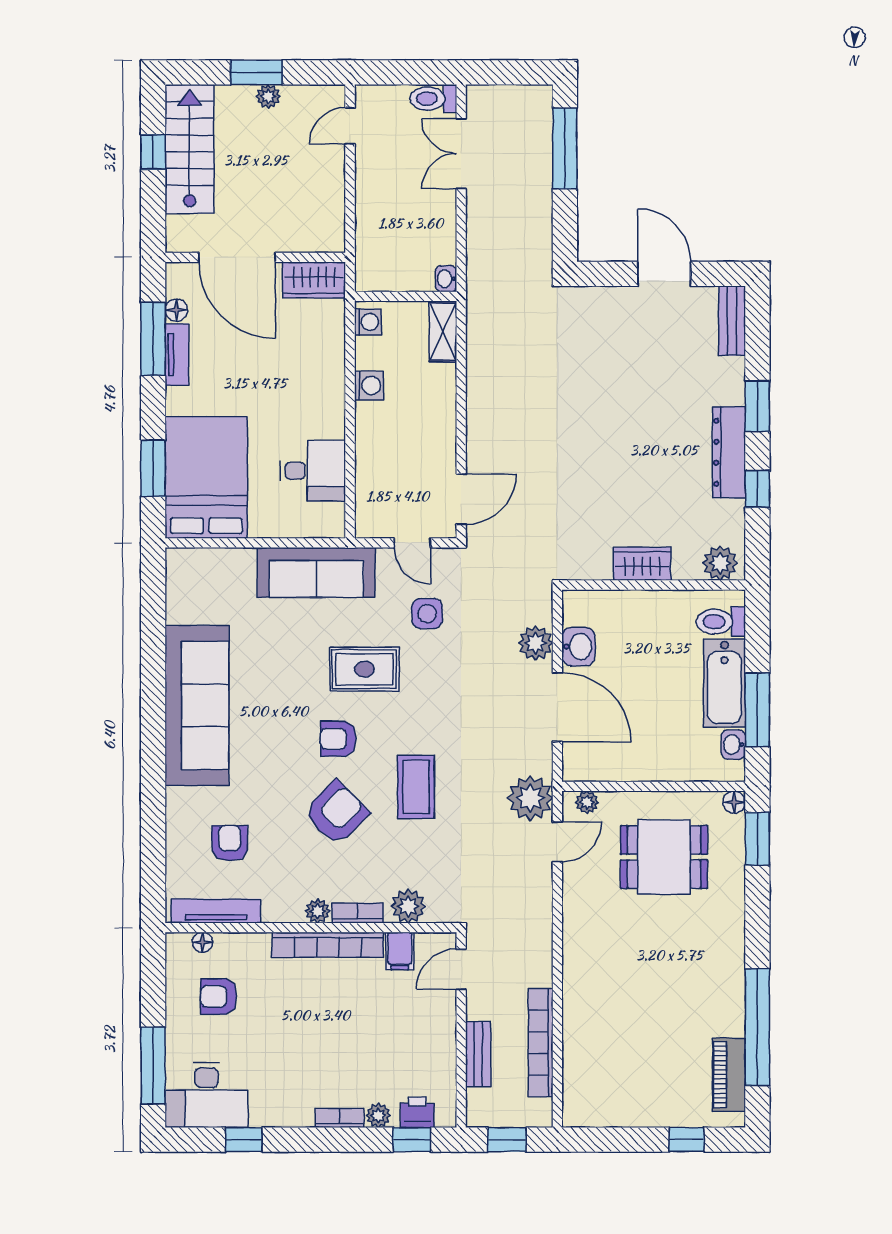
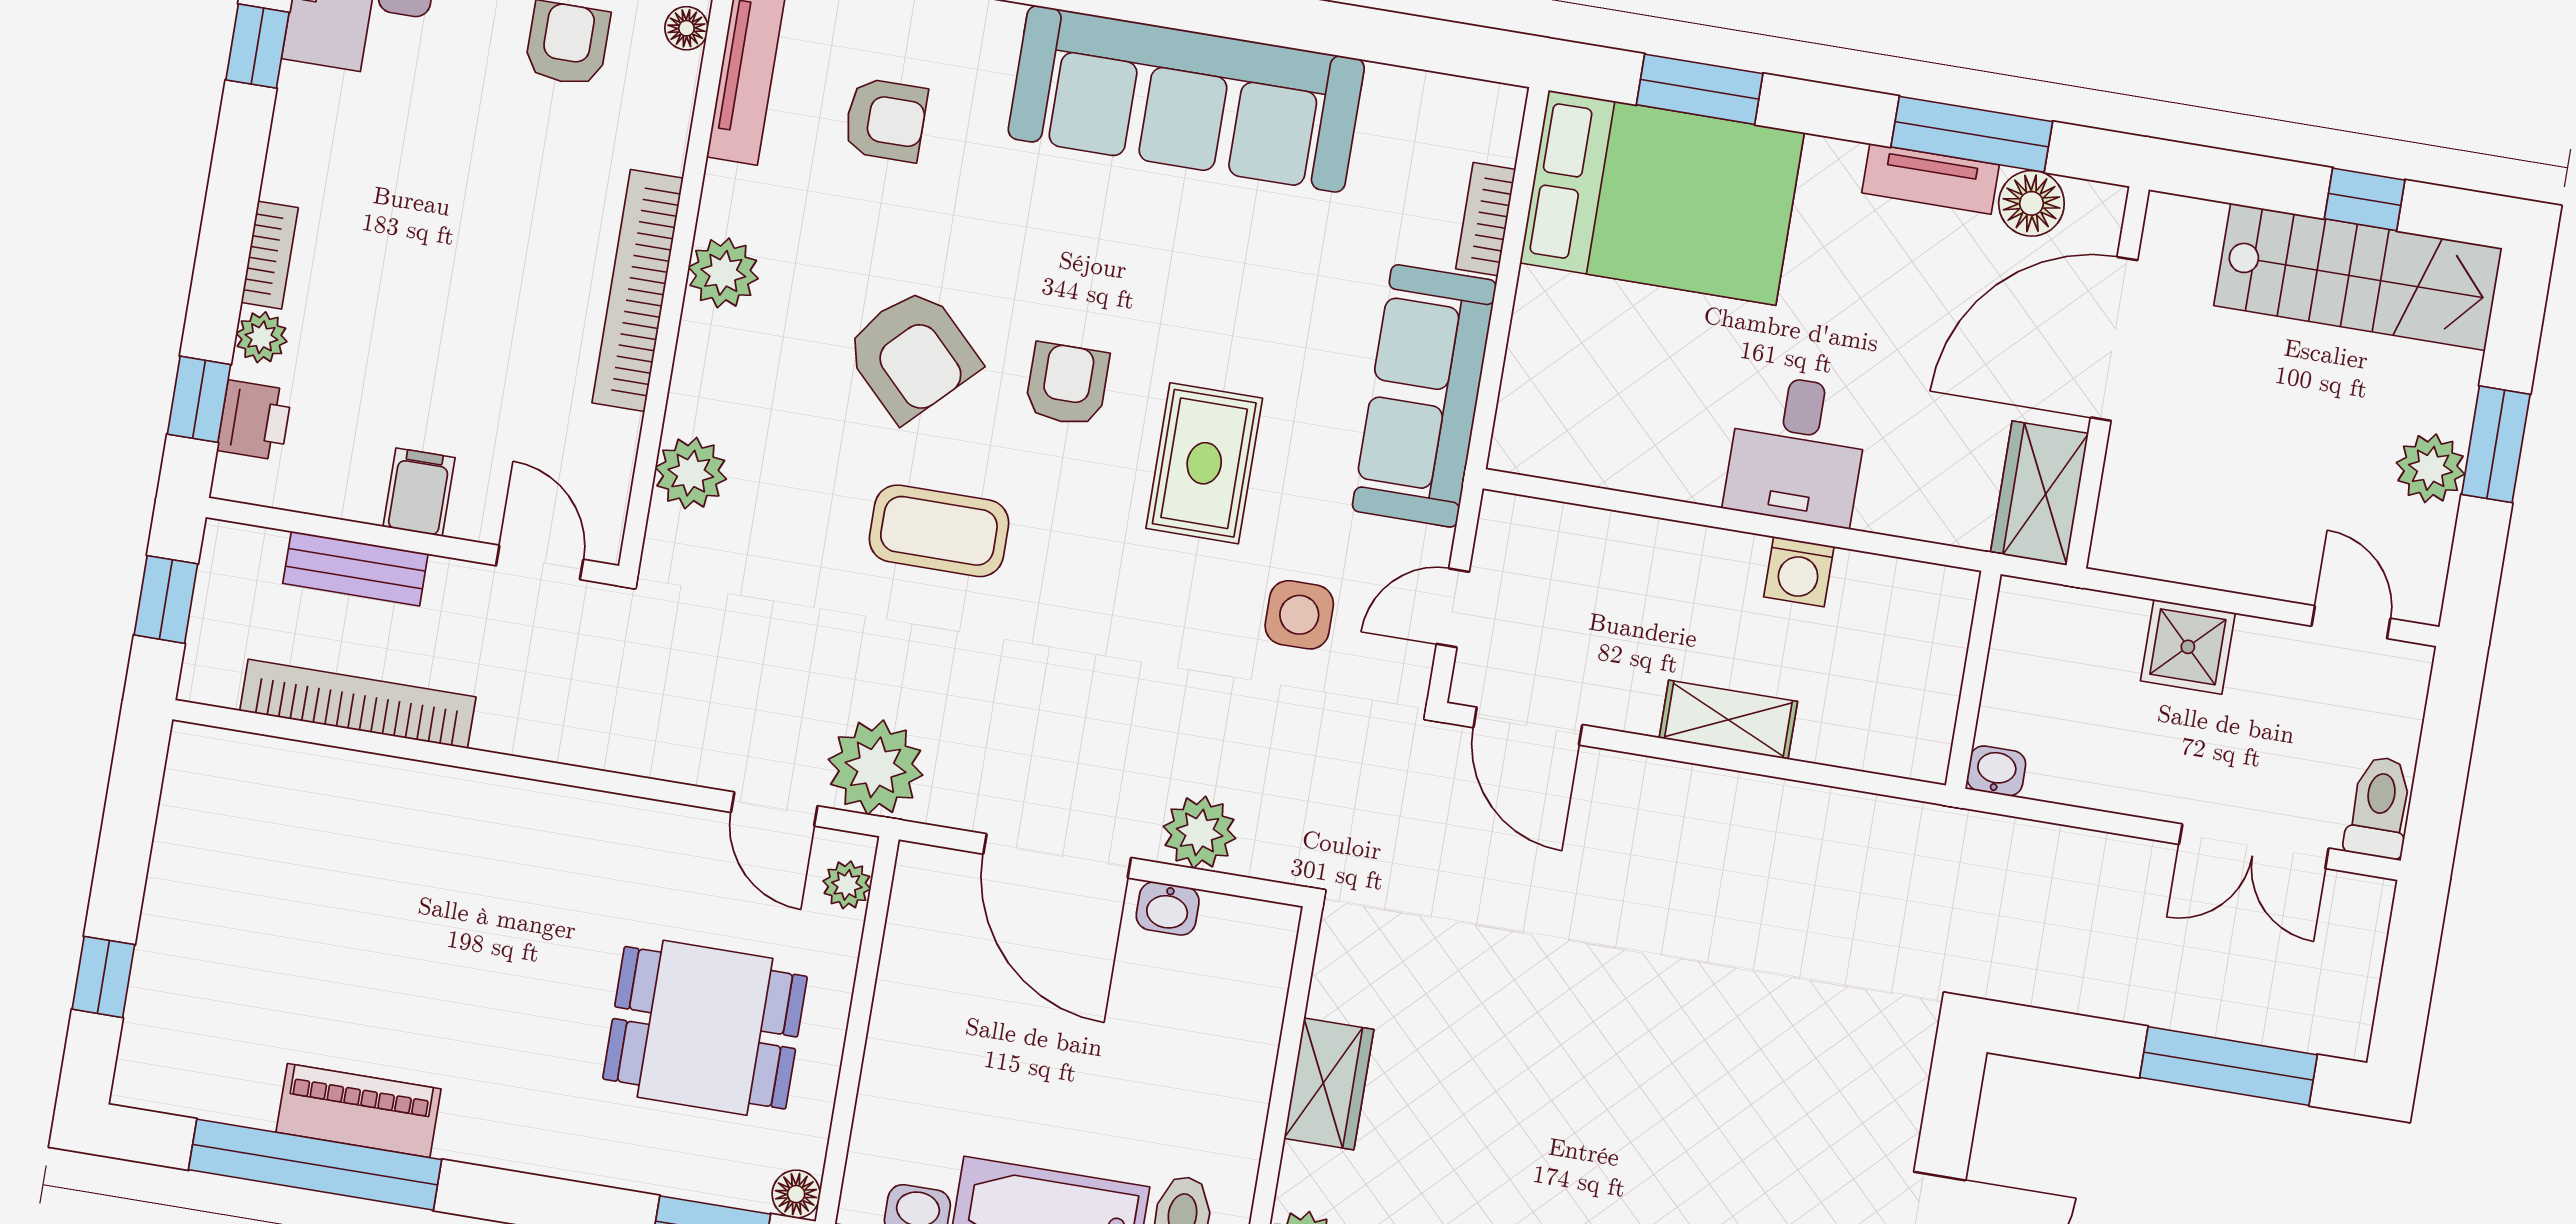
plant: (268, 96) -> (2431, 468), width x1.38, depth x1.38
double door: (461, 154) -> (2254, 846), swing flipped
shower: (374, 200) -> (2188, 647), added
floor lamp: (176, 310) -> (2031, 203), width x1.37, depth x1.37
washing machine: (368, 322) -> (1933, 591), removed
shelving: (443, 332) -> (1728, 720), moved
desk: (313, 471) -> (1797, 450), moved
washbasin: (578, 647) -> (1168, 908), width x0.72, depth x0.69
door: (557, 707) -> (1057, 856), hinge flipped
dining table: (664, 857) -> (705, 1028), turned 90
plant: (318, 911) -> (723, 273), width x1.38, depth x1.38
bookcase: (357, 913) -> (1486, 219), moved, turned 180
filing cabinet: (400, 951) -> (419, 492), moved, turned 90
piano: (729, 1075) -> (359, 1111), moved

